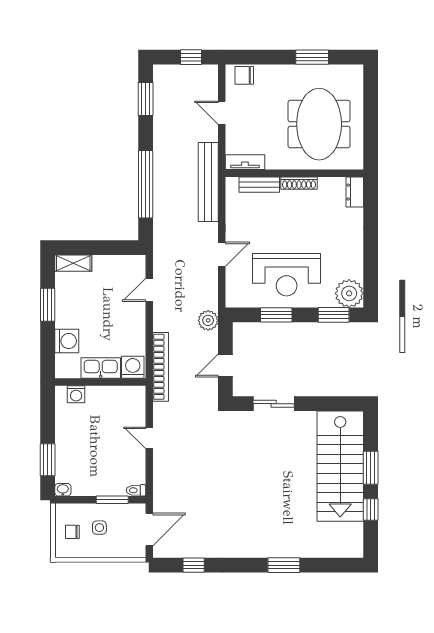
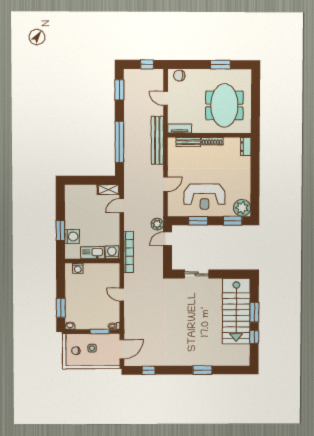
shelving: (73, 263) -> (108, 190), moved
window: (48, 305) -> (60, 231), moved
door: (225, 366) -> (168, 239), moved

